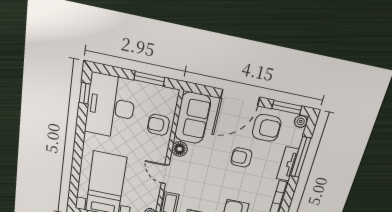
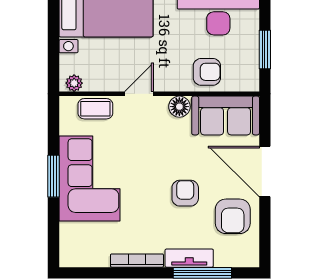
window: (287, 107) -> (265, 235), removed
plant: (301, 121) -> (250, 258), removed
armchair: (158, 125) -> (207, 72), turned 89

